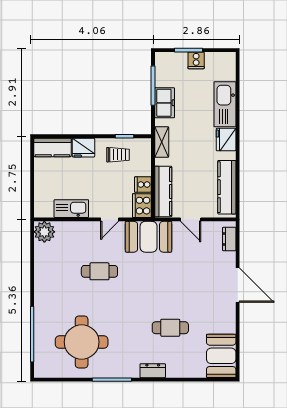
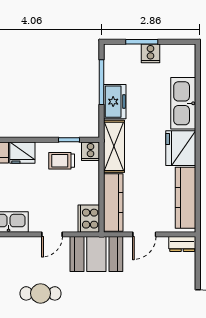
fridge: (226, 140) -> (181, 148), width x1.36, depth x1.34
shelving: (162, 142) -> (114, 146), width x1.50, depth x1.33
trolley: (118, 155) -> (62, 161), turned 180
cooker: (143, 185) -> (91, 151), moved, turned -90
door: (191, 219) -> (144, 234), hinge flipped
dresser: (229, 239) -> (182, 244), moved, turned -90

